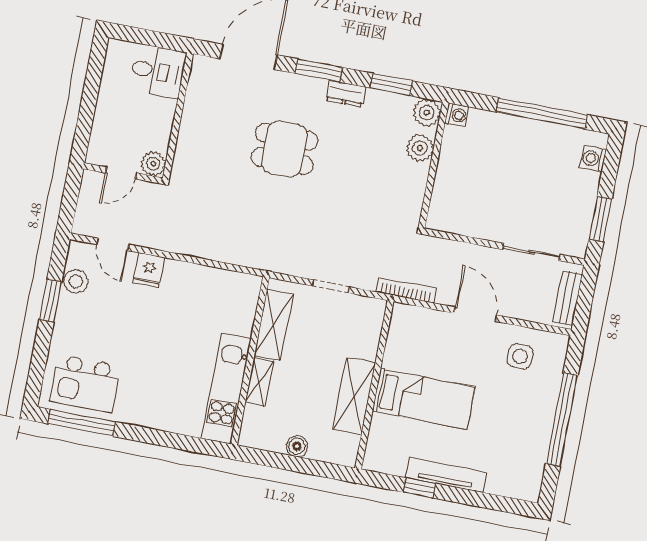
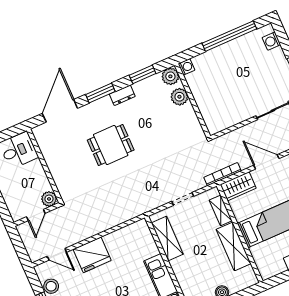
fridge: (149, 270) -> (92, 255), width x1.88, depth x1.34
wardrobe: (416, 321) -> (238, 186), added
shelving: (259, 382) -> (221, 210), moved

